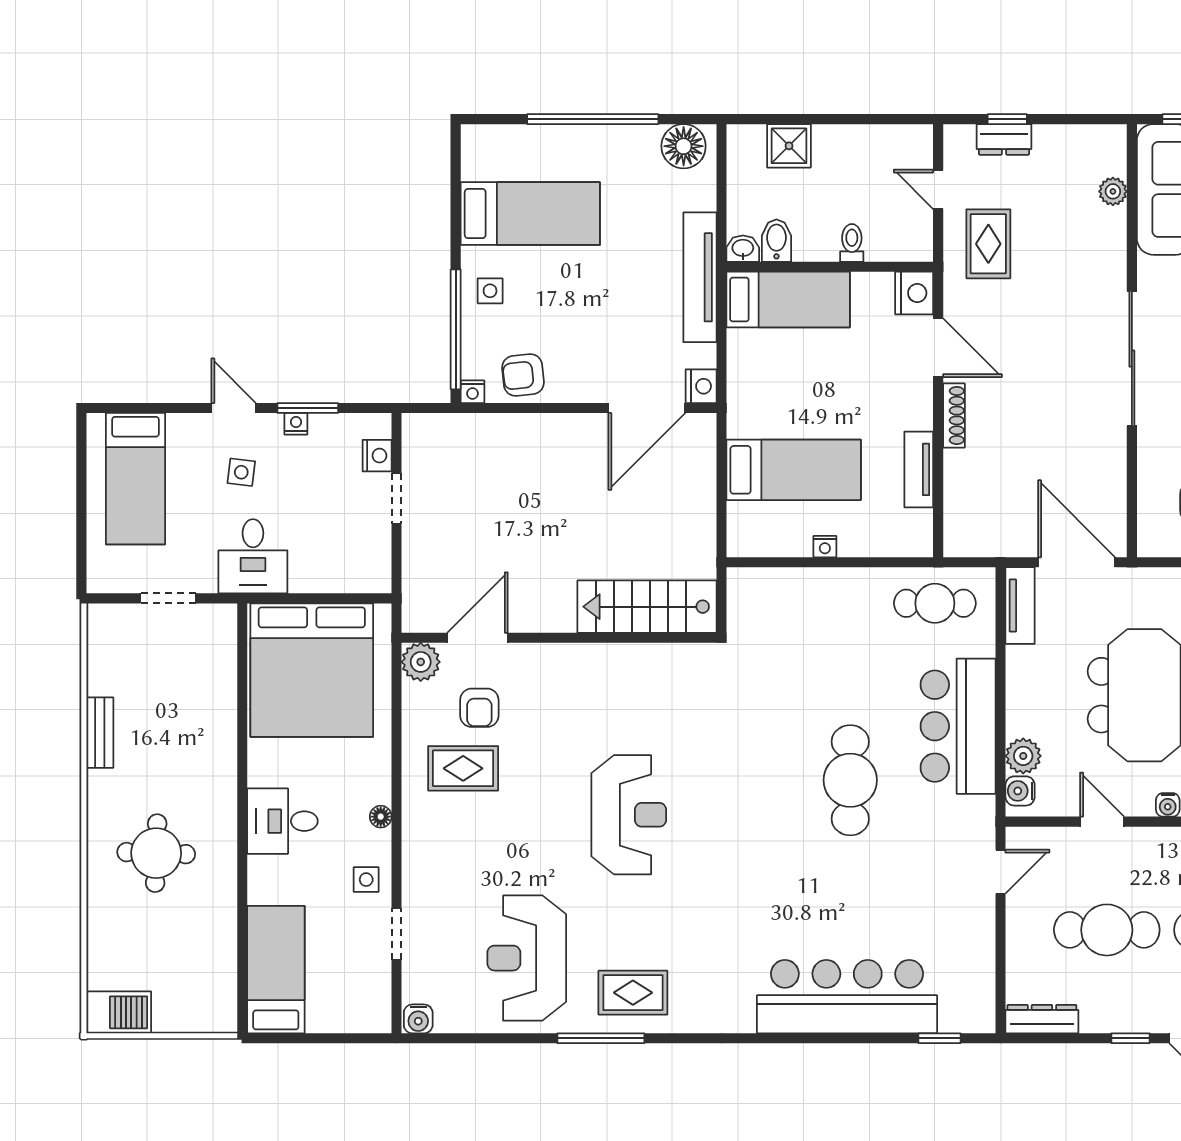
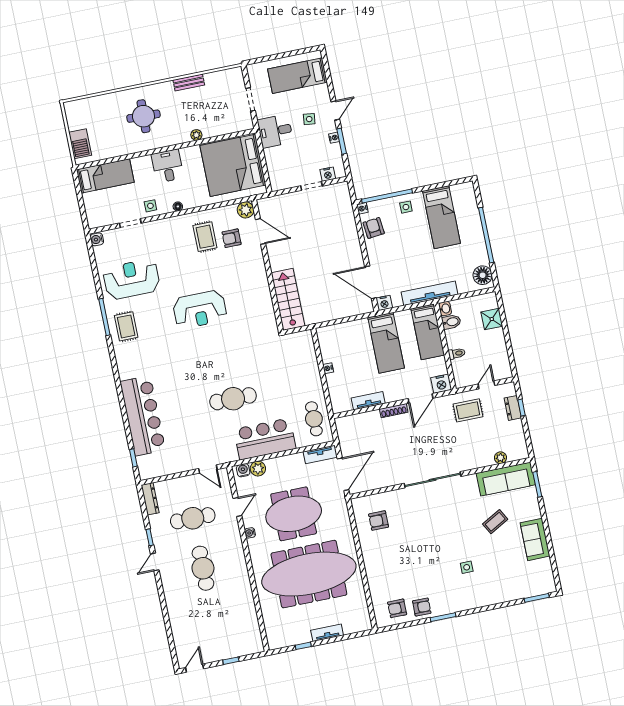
bed: (794, 470) -> (386, 343), moved
plant: (225, 740) -> (196, 135), added
cafe table: (1107, 930) -> (193, 518), turned 90
barbecue: (119, 1012) -> (80, 144), moved

